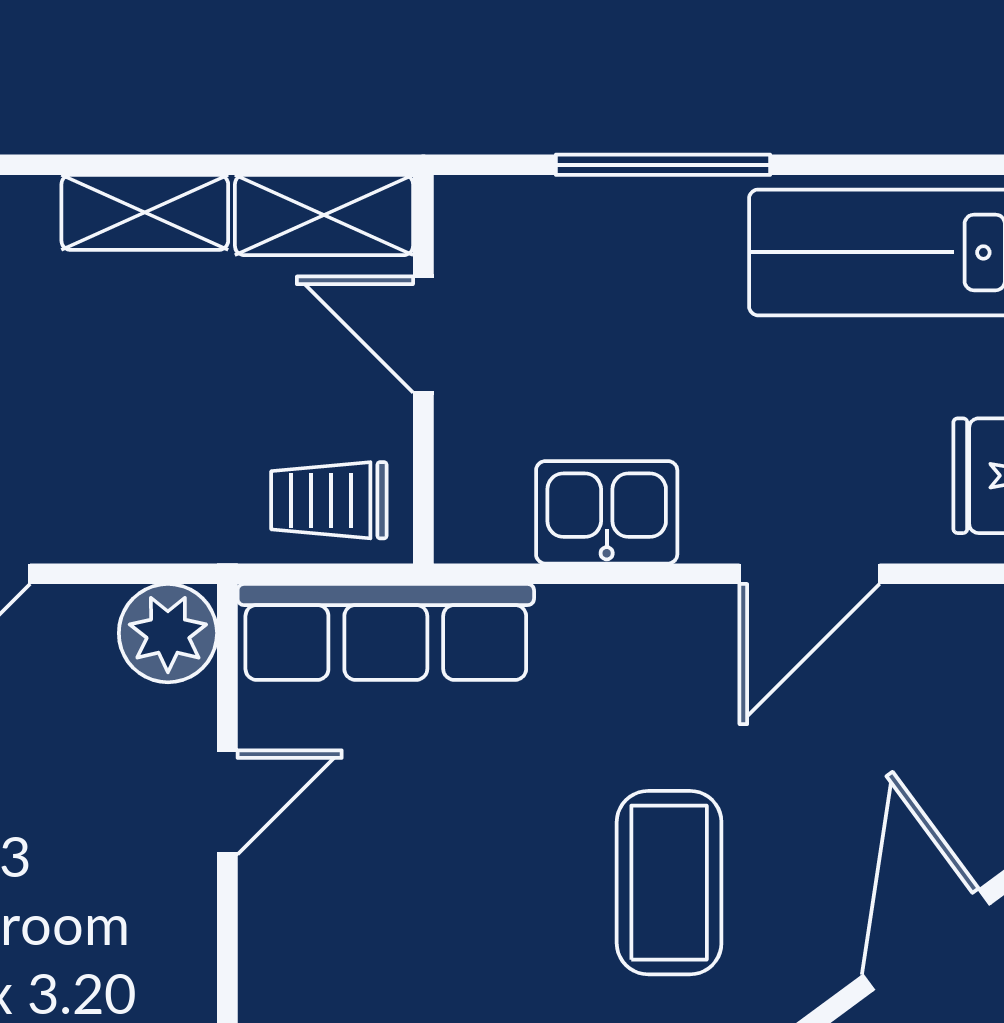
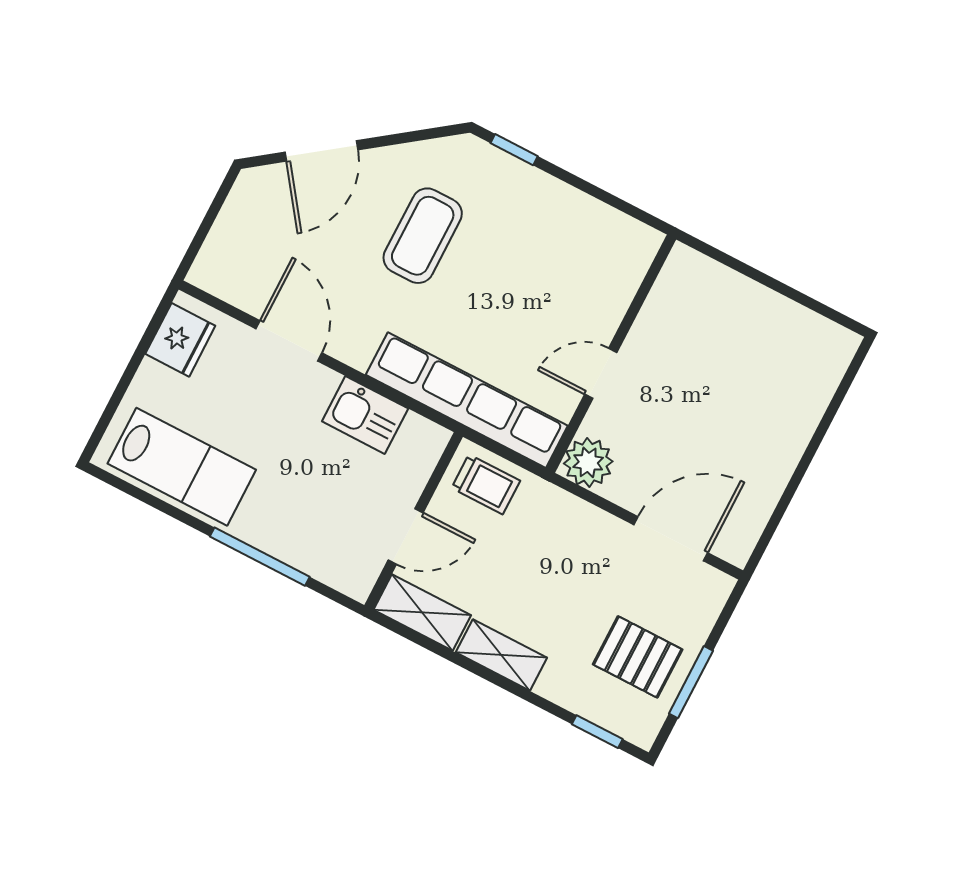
door: (423, 335) -> (406, 536), hinge flipped
door: (810, 574) -> (289, 341), hinge flipped
row of seats: (386, 632) -> (467, 400), width x1.36

